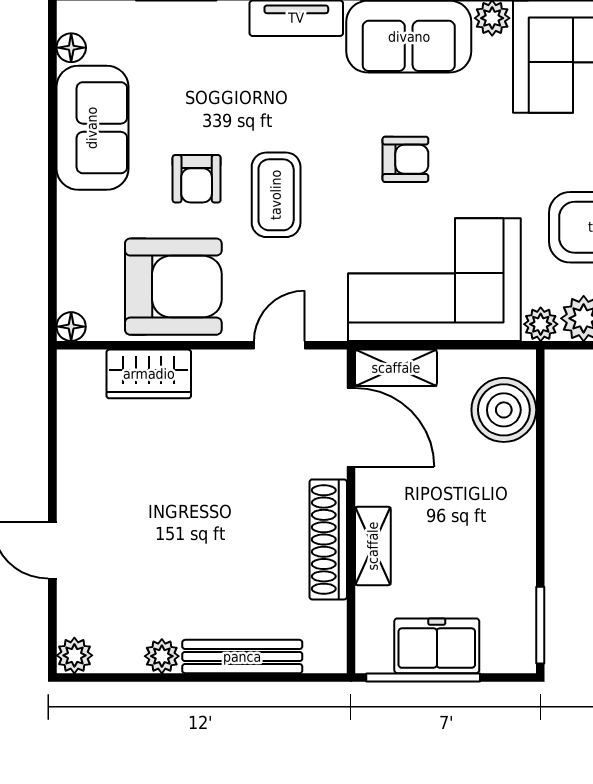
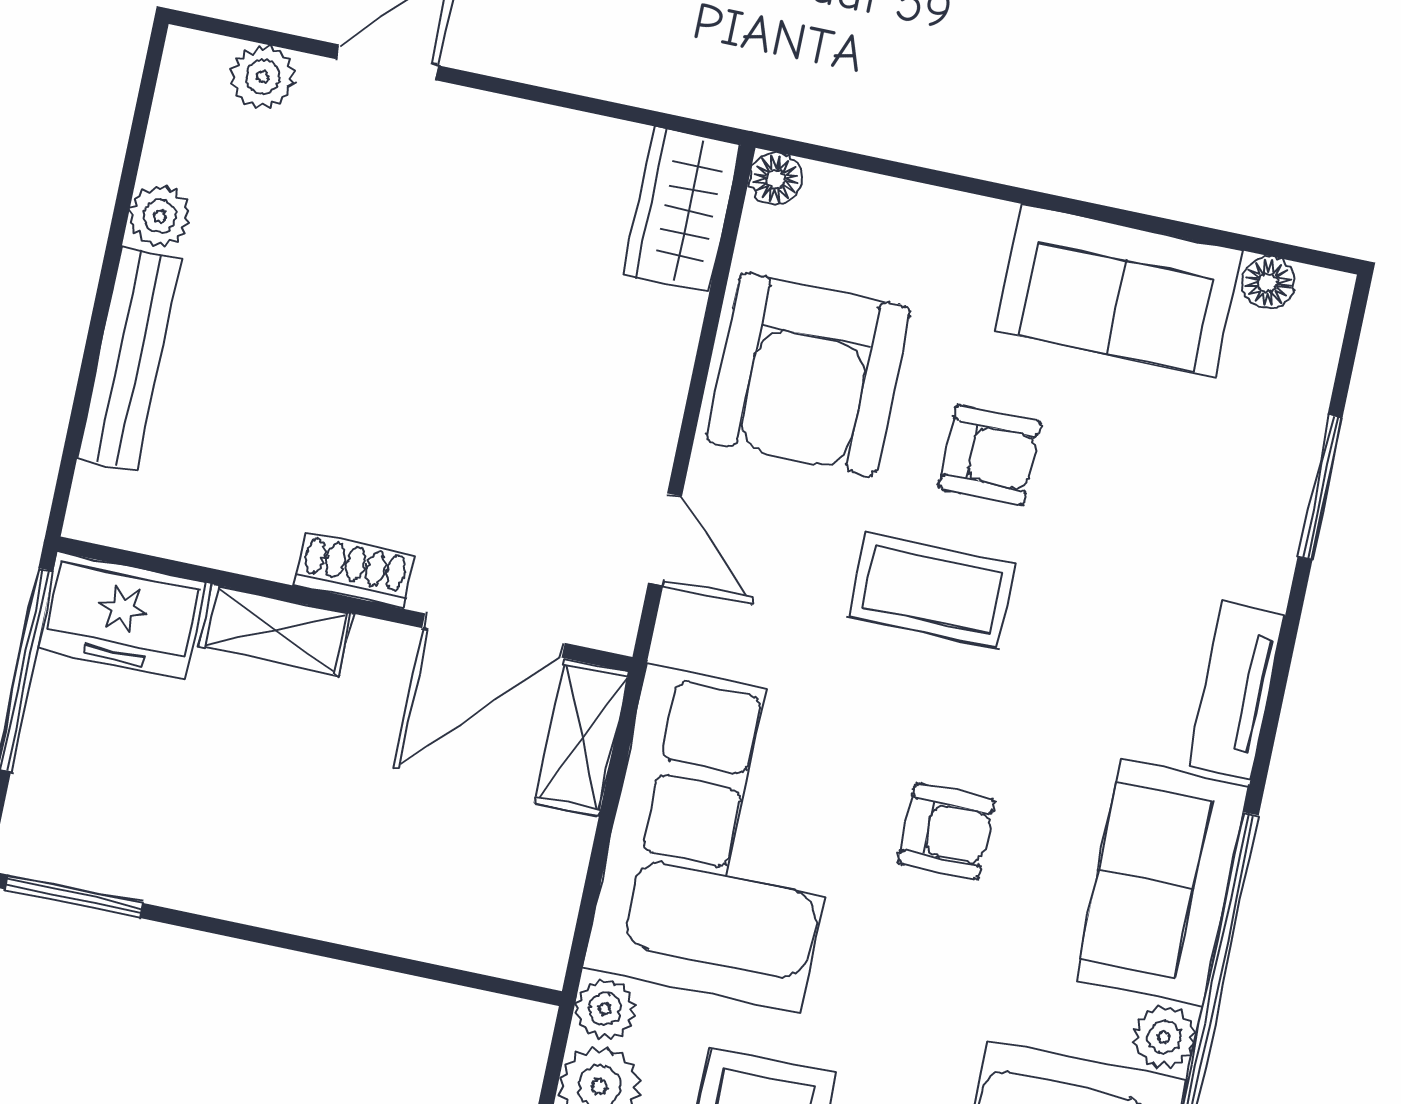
armchair: (405, 159) -> (947, 831), turned -90
armchair: (197, 179) -> (990, 455), turned 180
wardrobe: (149, 374) -> (682, 210), moved
boiler: (504, 410) -> (467, 912), removed
shoe rack: (328, 539) -> (354, 571), width x0.51, depth x0.81
freezer: (437, 646) -> (122, 616), moved, turned 90
plant: (74, 655) -> (263, 77), moved

